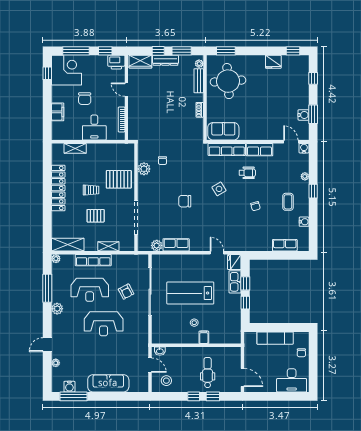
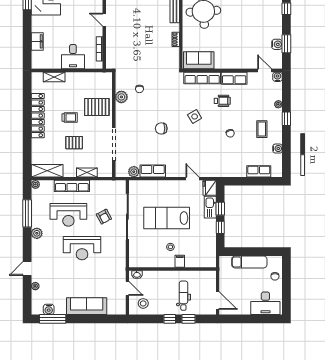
chair: (85, 99) -> (64, 28), removed

